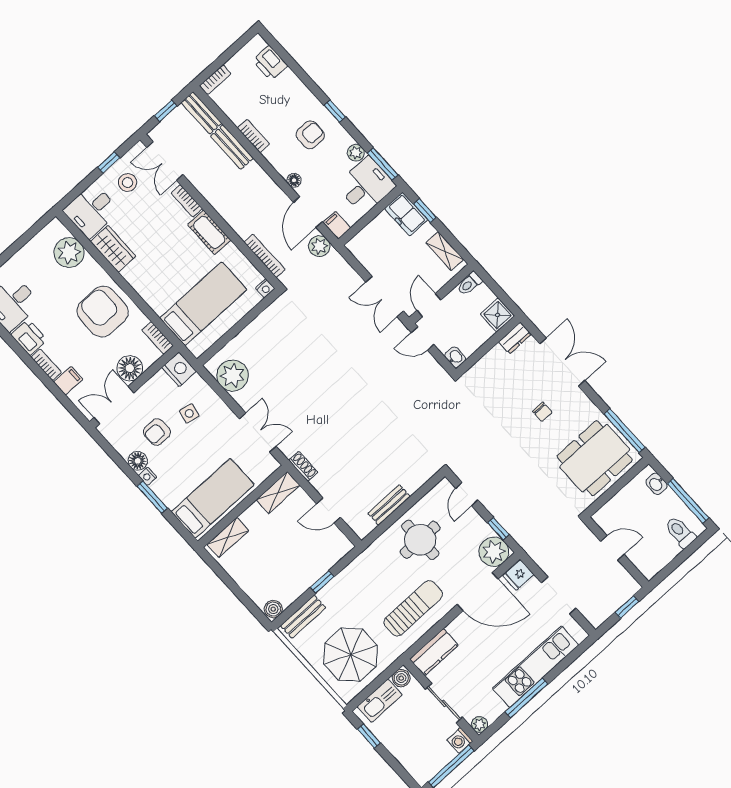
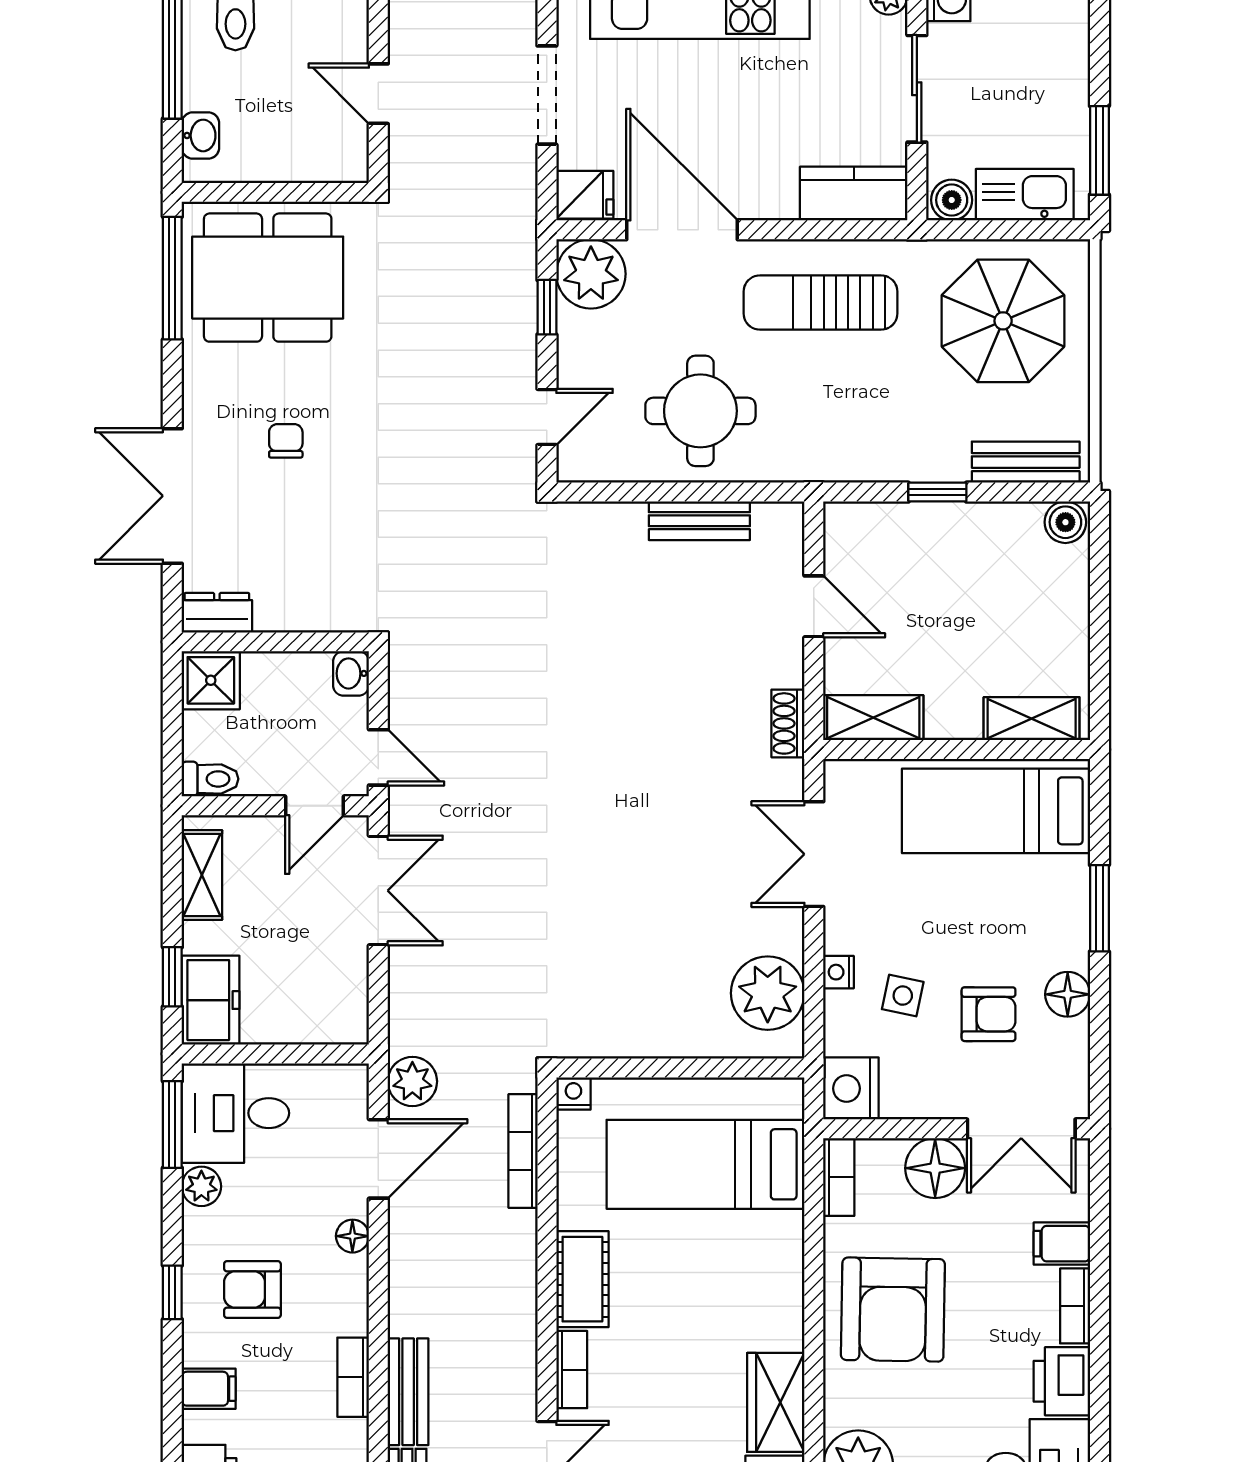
filing cabinet: (337, 225) -> (209, 1389), moved, turned -90
nightstand: (148, 476) -> (838, 972), moved, turned 180
window: (369, 736) -> (1099, 150), width x1.50

